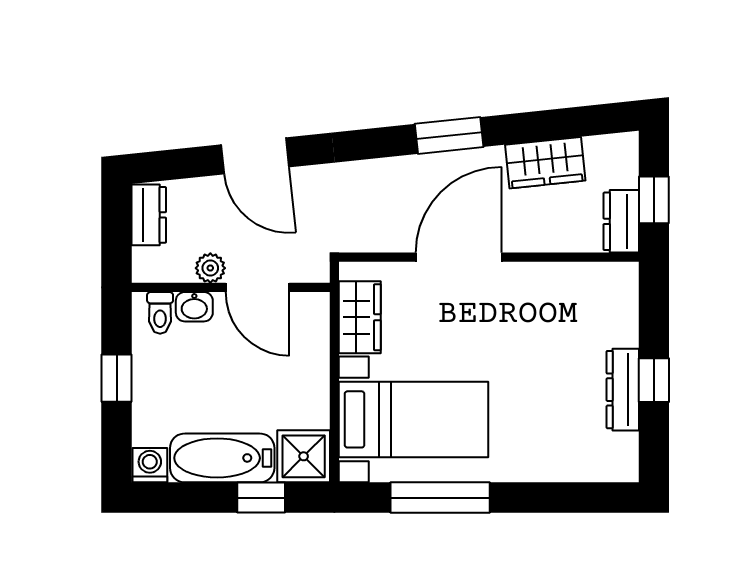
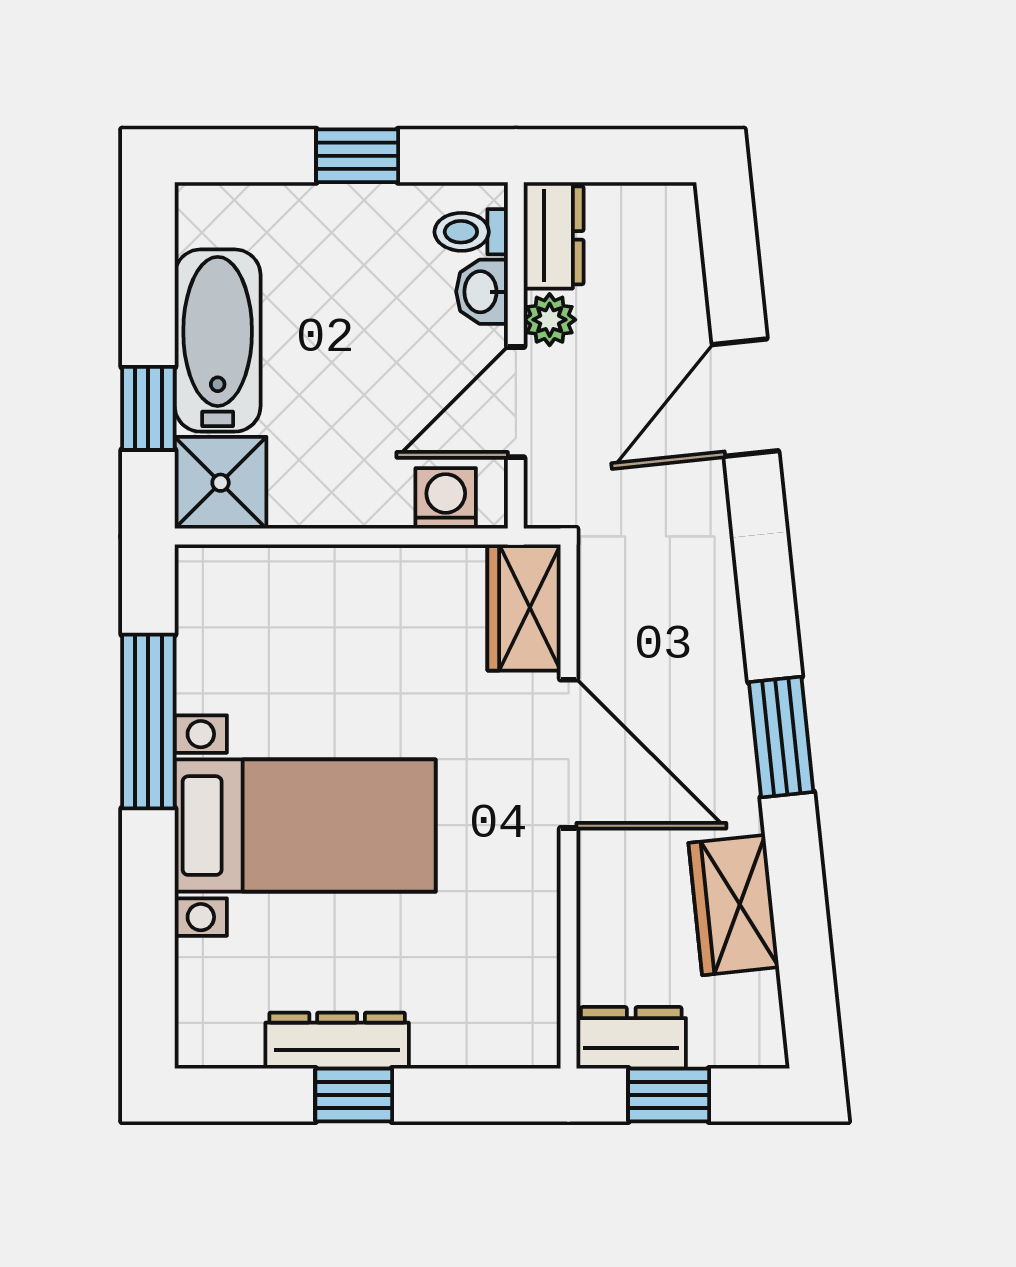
dresser: (149, 215) -> (554, 235), moved, turned -90
wardrobe: (360, 317) -> (524, 607), moved, turned 90
bed with nightstands: (414, 419) -> (305, 826), moved, turned -90
washing machine: (150, 465) -> (446, 498), moved, turned -90

